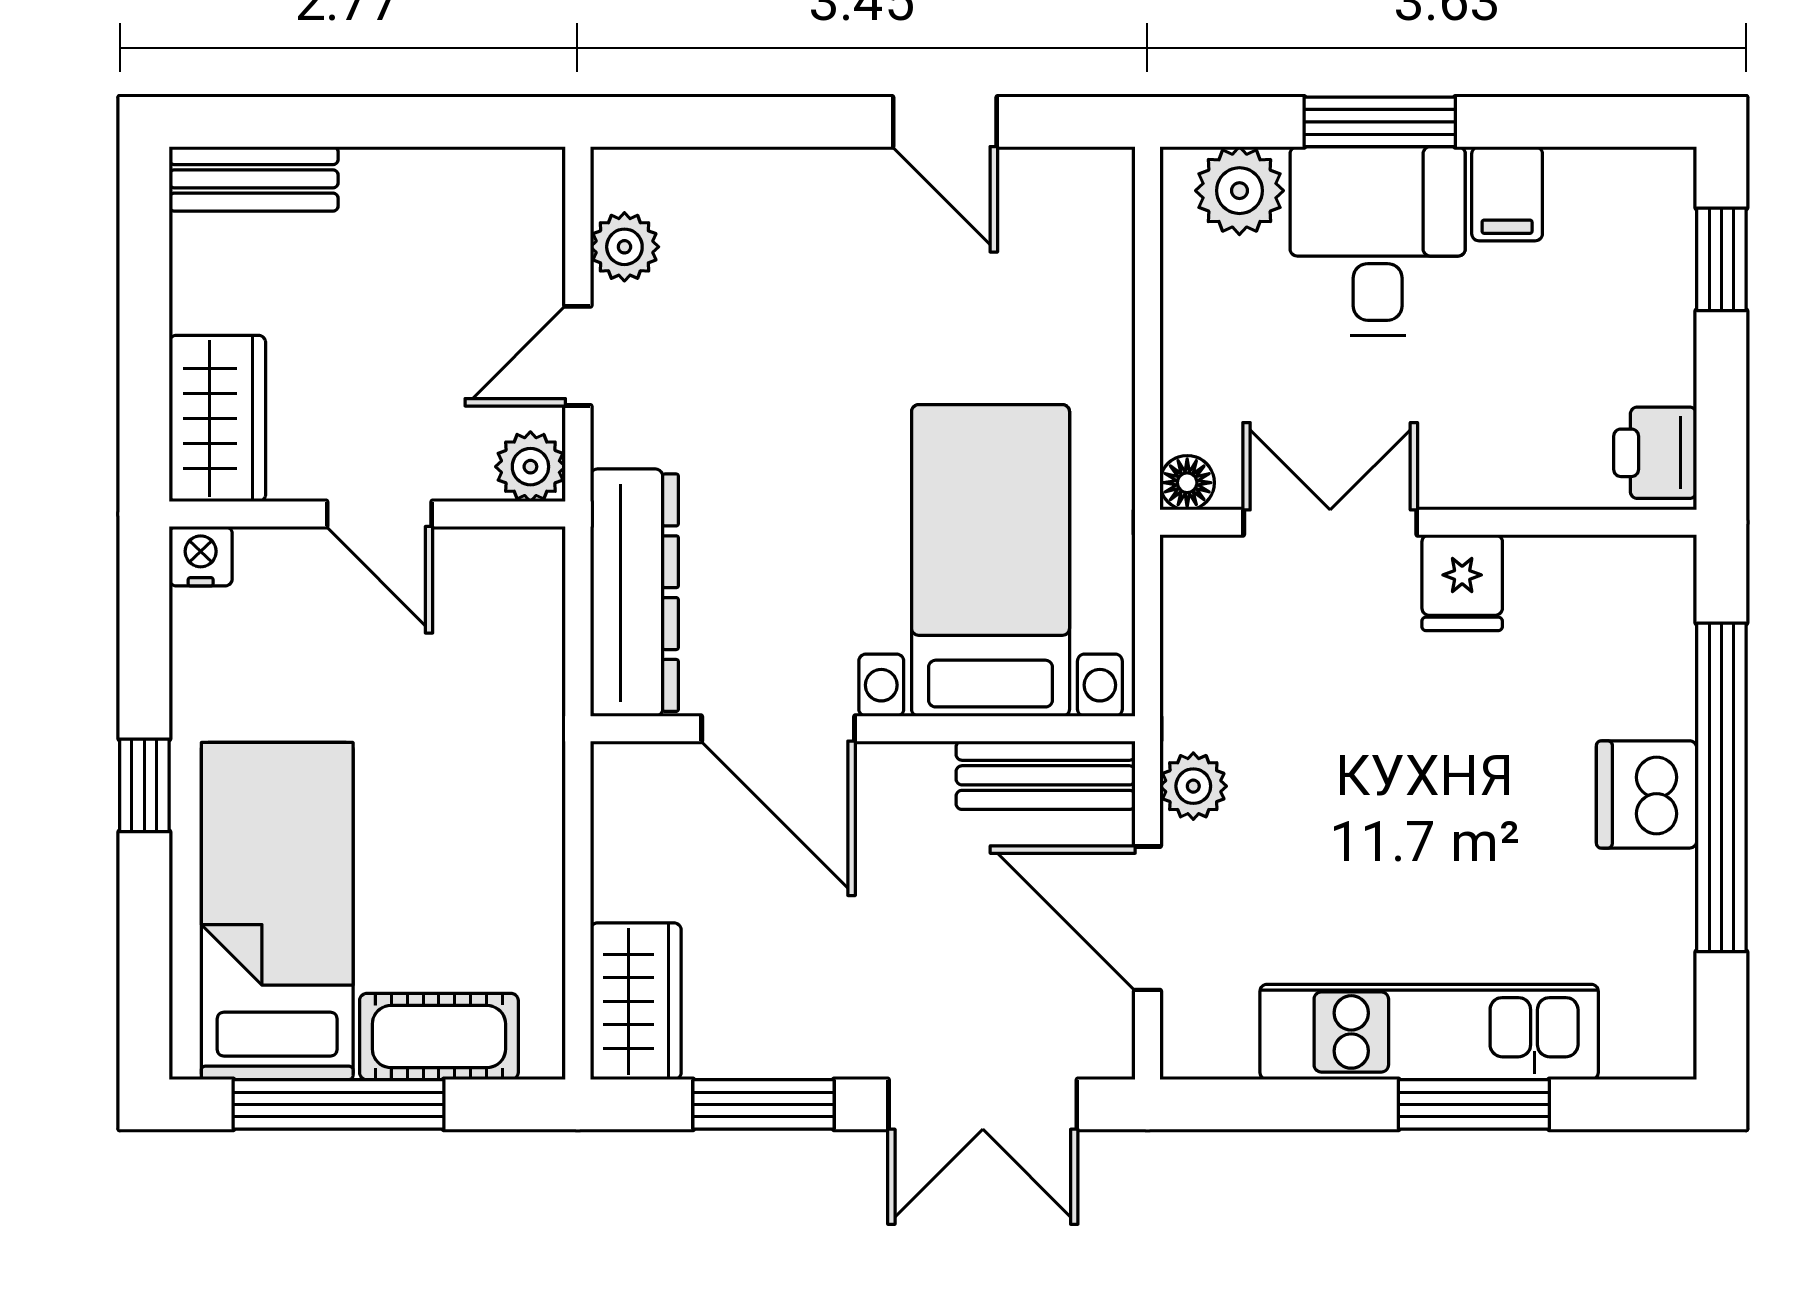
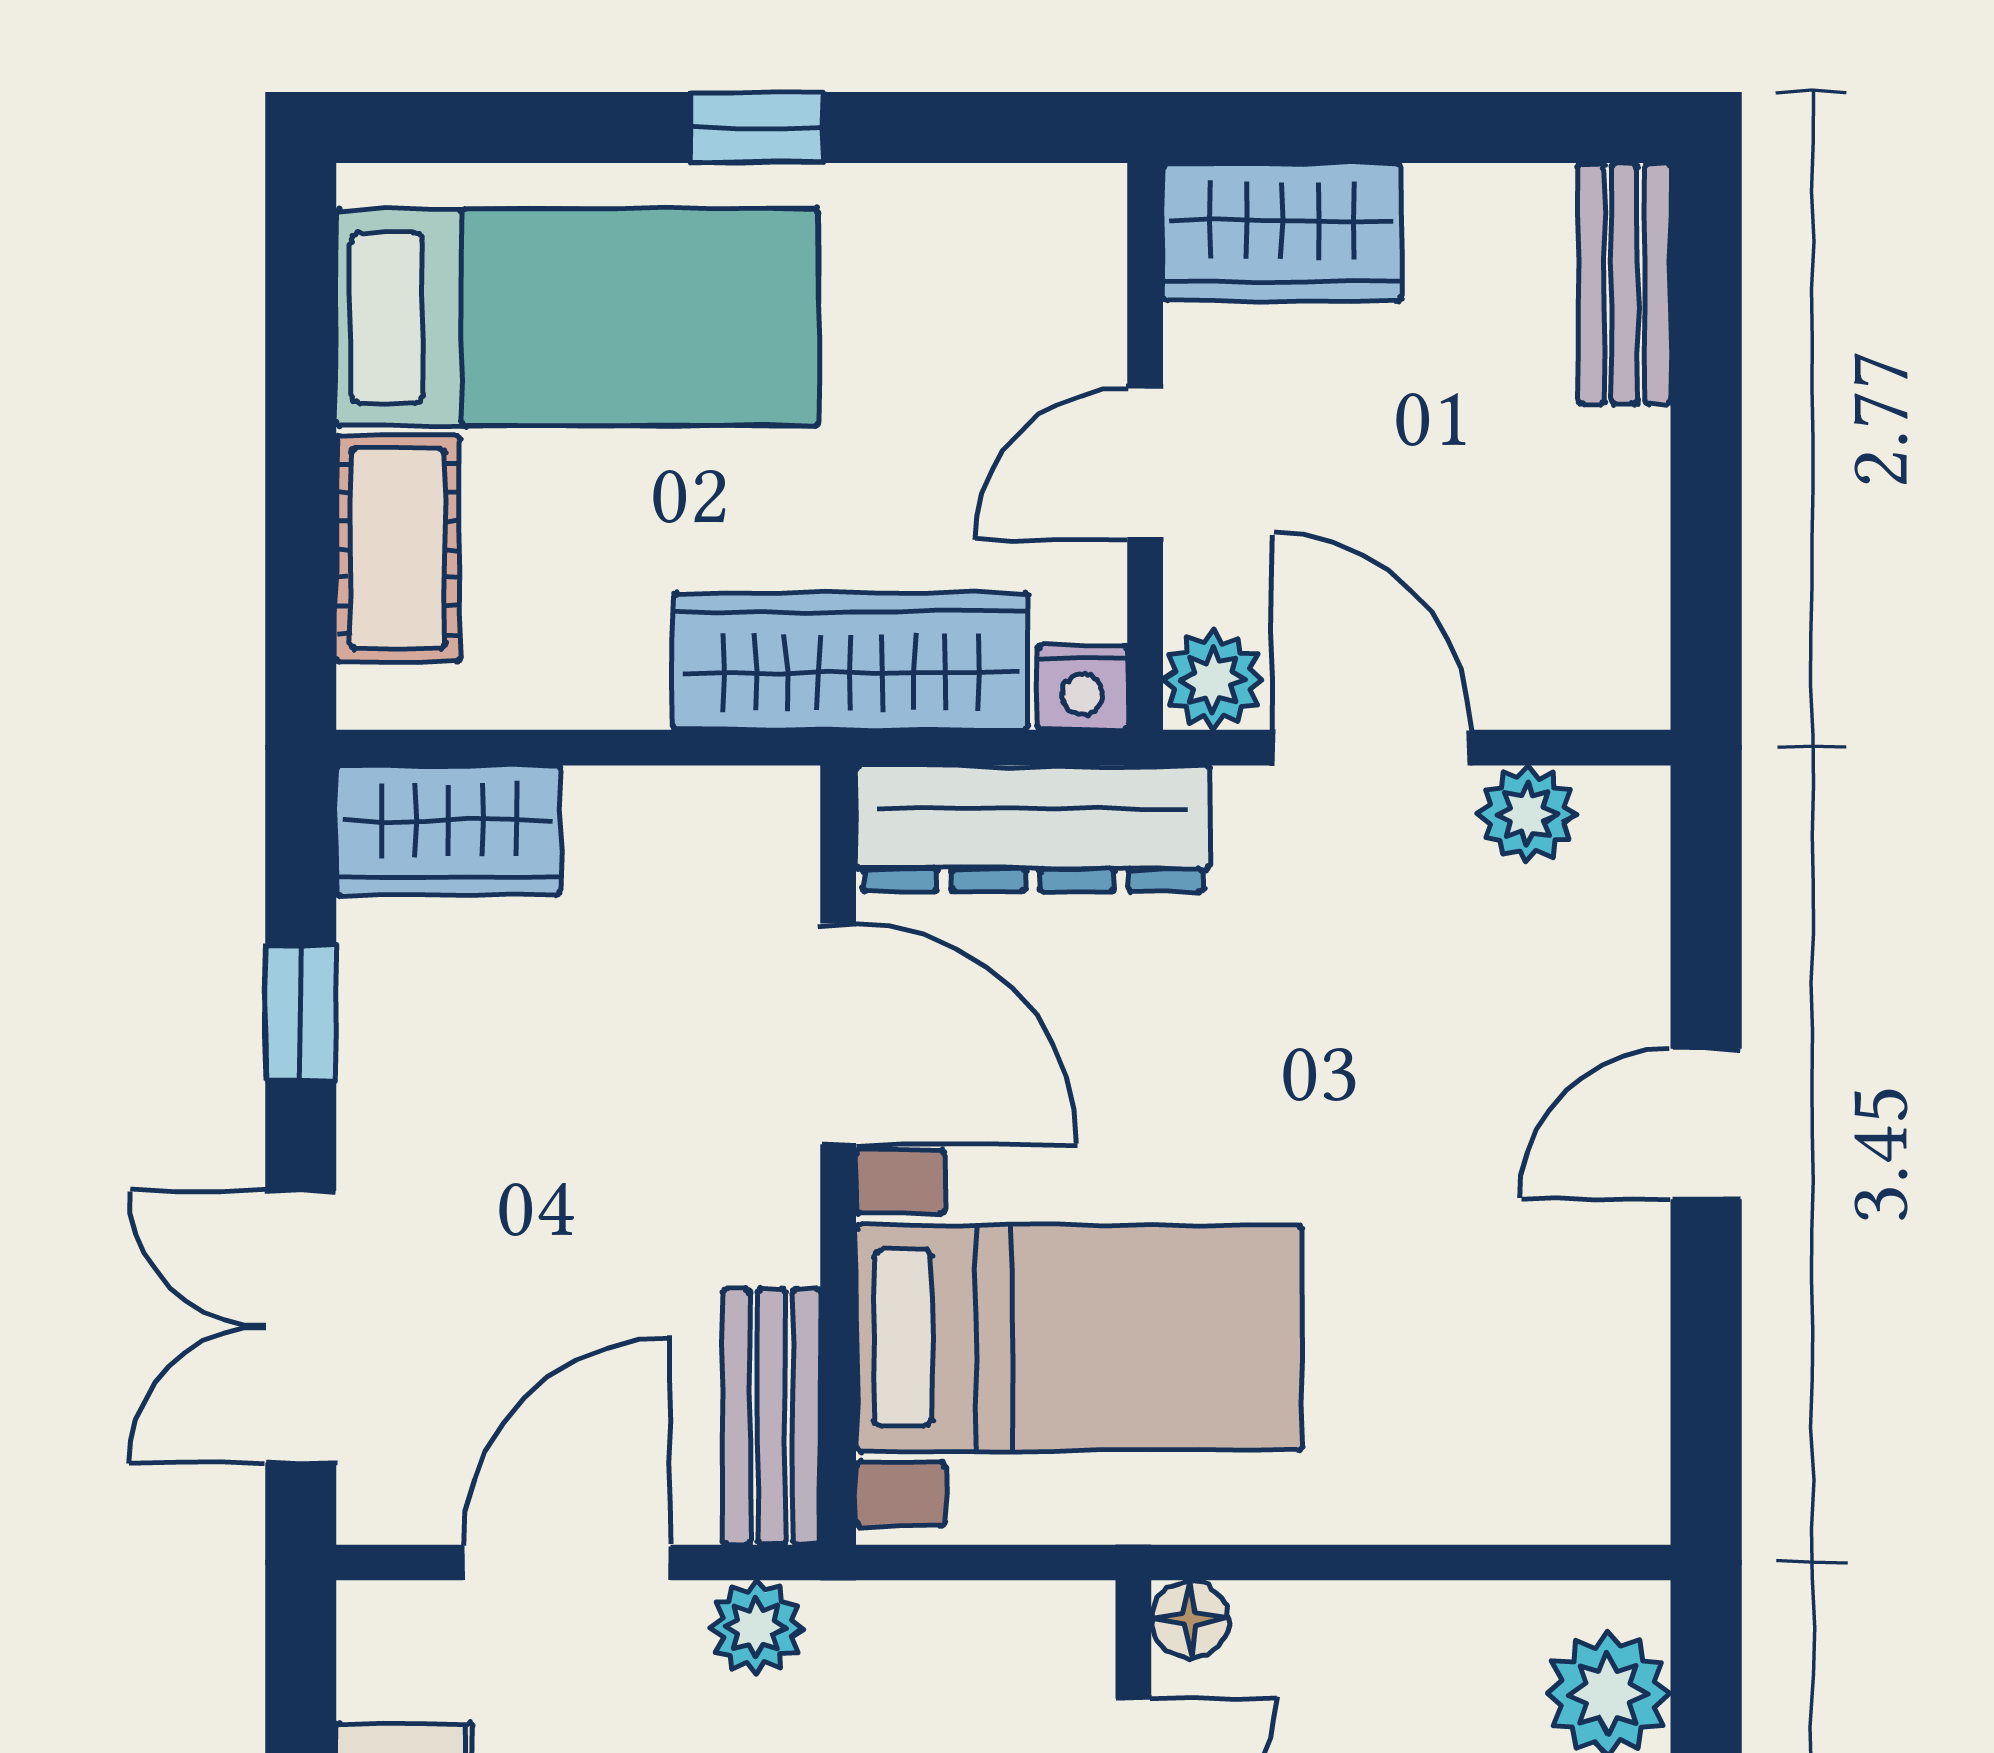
door: (945, 122) -> (1706, 1124), moved
door: (578, 356) -> (1372, 748), width x1.38
nightstand: (201, 556) -> (1082, 687), moved, turned 90
wardrobe: (518, 720) -> (851, 661), added
door: (778, 729) -> (838, 1034), swing flipped
window: (339, 1104) -> (301, 405), removed
window: (763, 1104) -> (301, 1013), width x0.67

